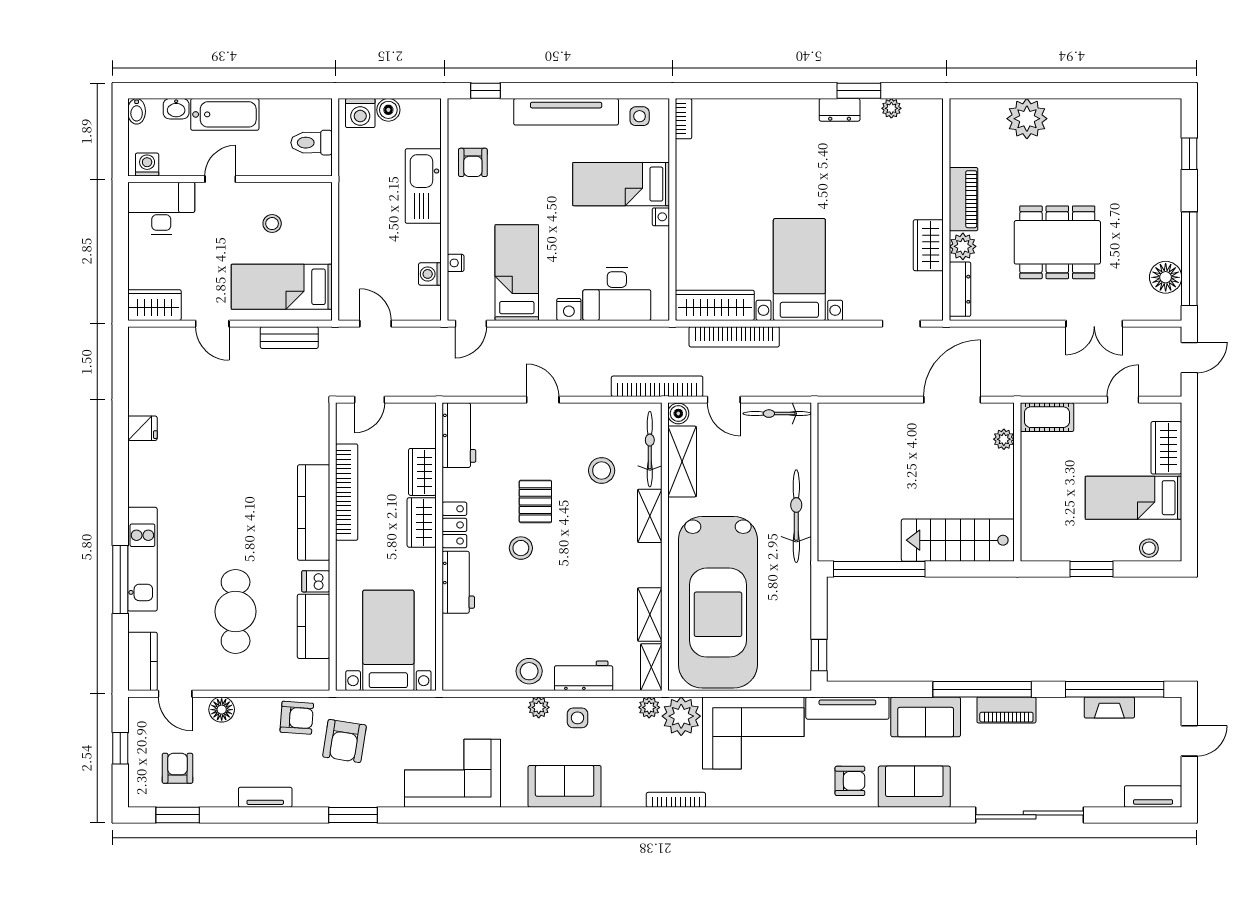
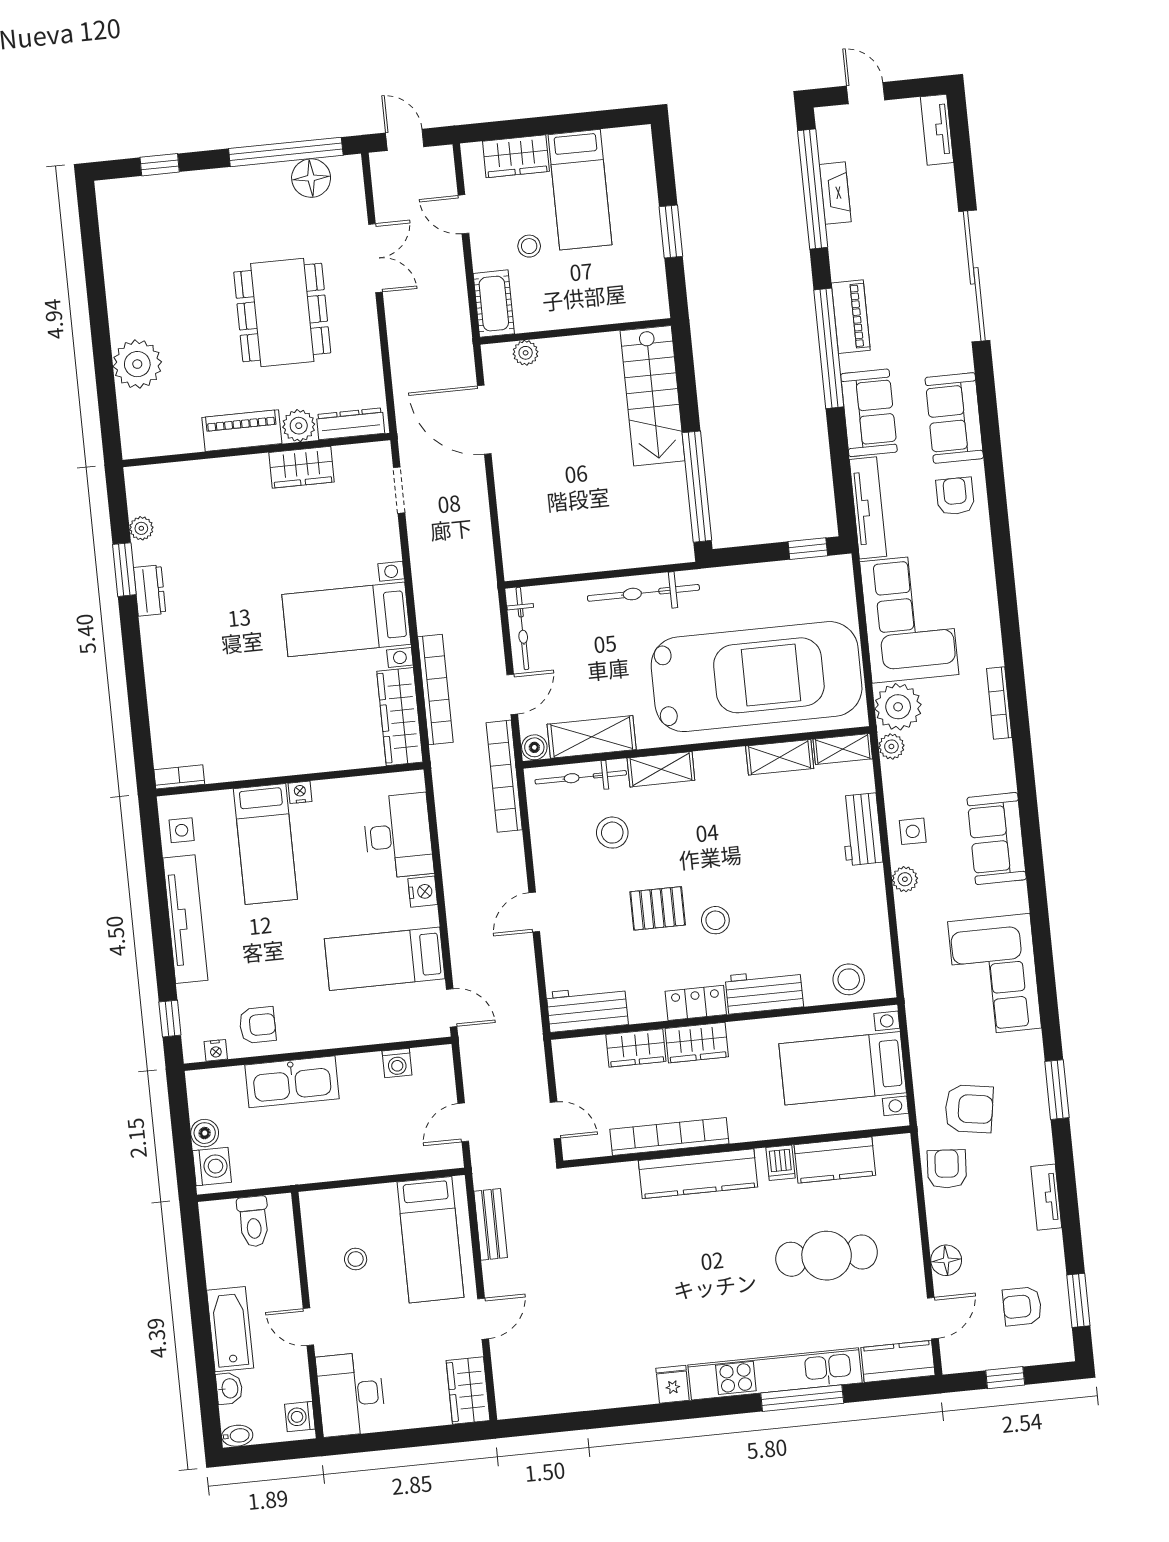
nightstand: (456, 263) -> (216, 1050), moved
fridge: (142, 428) -> (673, 1384), moved
stool: (1149, 548) -> (529, 246), moved
kitchen unit: (142, 559) -> (775, 1374), width x1.36
stool: (529, 671) -> (849, 979), moved

